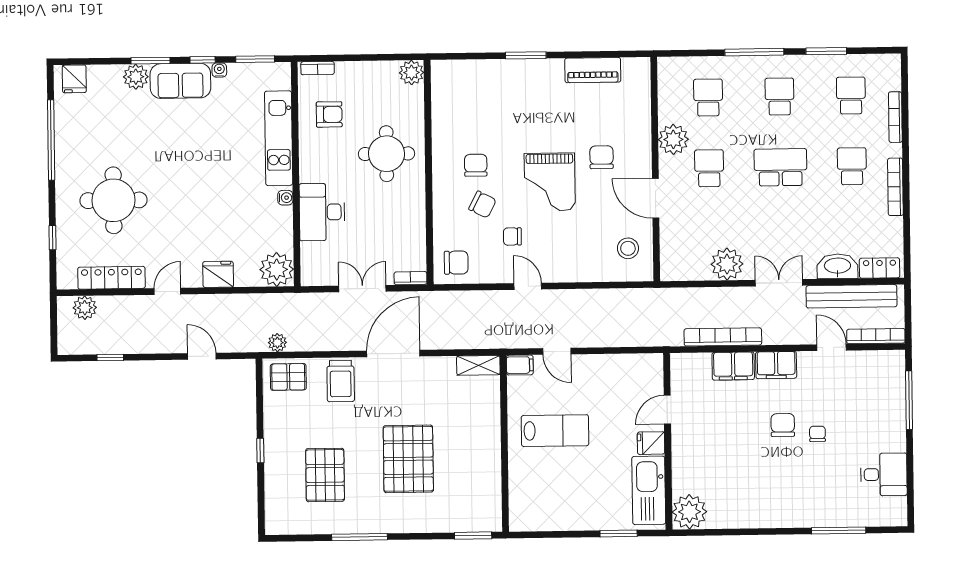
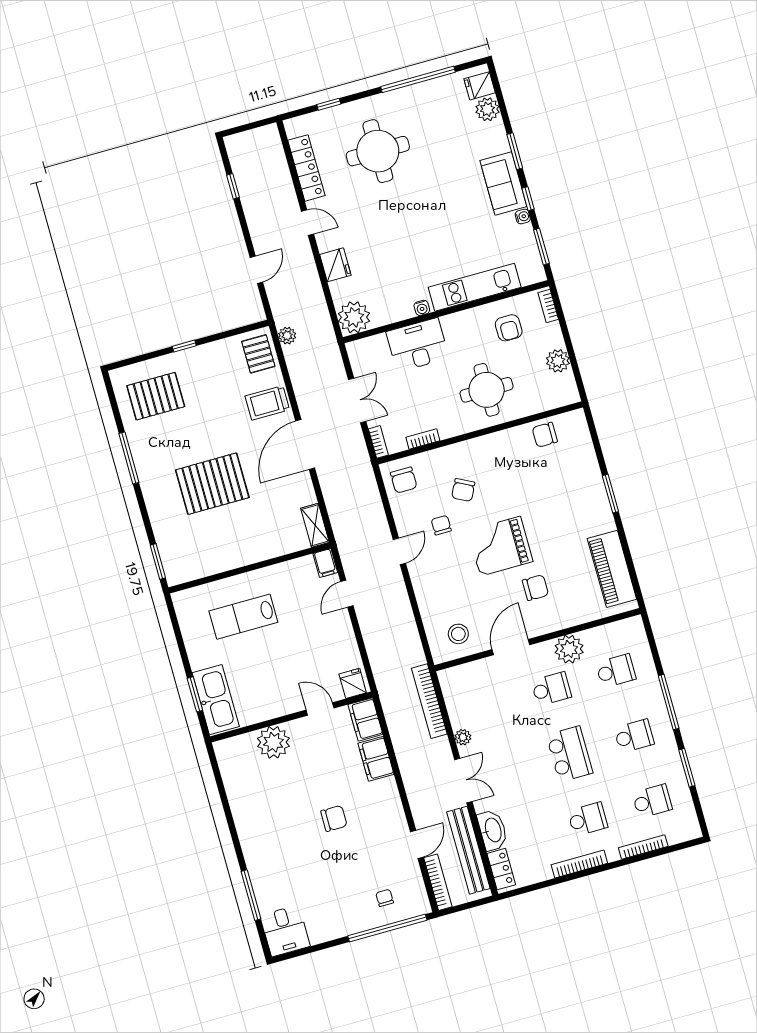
piano: (593, 70) -> (612, 569), width x1.37, depth x1.33
plant: (412, 73) -> (558, 361), moved
plant: (136, 77) -> (487, 109), moved
chair: (476, 165) -> (545, 435), moved, turned 180
bookcase: (419, 232) -> (423, 439), added
plant: (727, 264) -> (463, 737), width x0.53, depth x0.53
plant: (85, 308) -> (273, 151), removed
bookcase: (723, 337) -> (429, 701), moved, turned 180
door: (393, 354) -> (305, 444), swing flipped
filing cabinet: (776, 365) -> (365, 719), moved
window: (909, 400) -> (387, 928), width x1.46
lab bench: (555, 431) -> (243, 617), moved, turned 90
chair: (817, 434) -> (385, 898), moved, turned -90
fridge: (651, 443) -> (353, 683), moved
desk: (884, 474) -> (285, 931), moved
pallet: (325, 475) -> (156, 396), moved
kitchen sink: (649, 490) -> (216, 700), moved, turned 90
plant: (689, 512) -> (273, 742), moved

